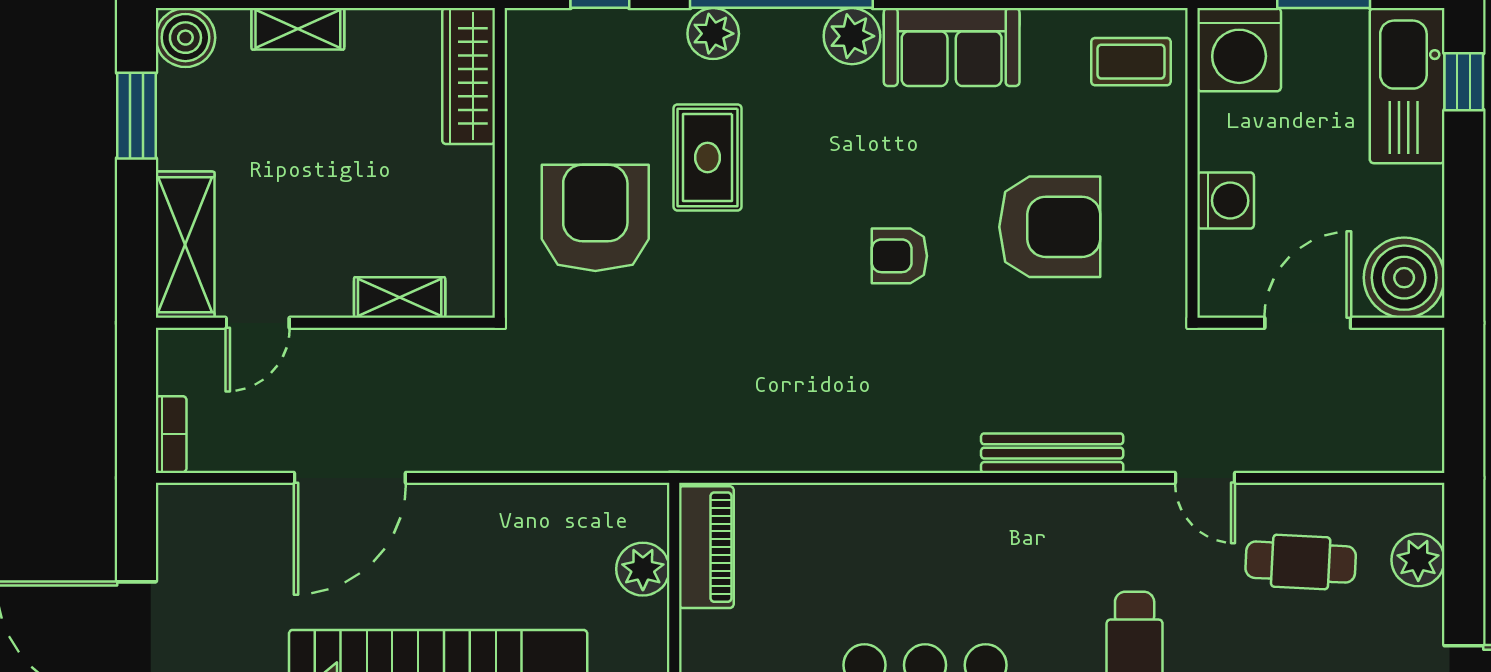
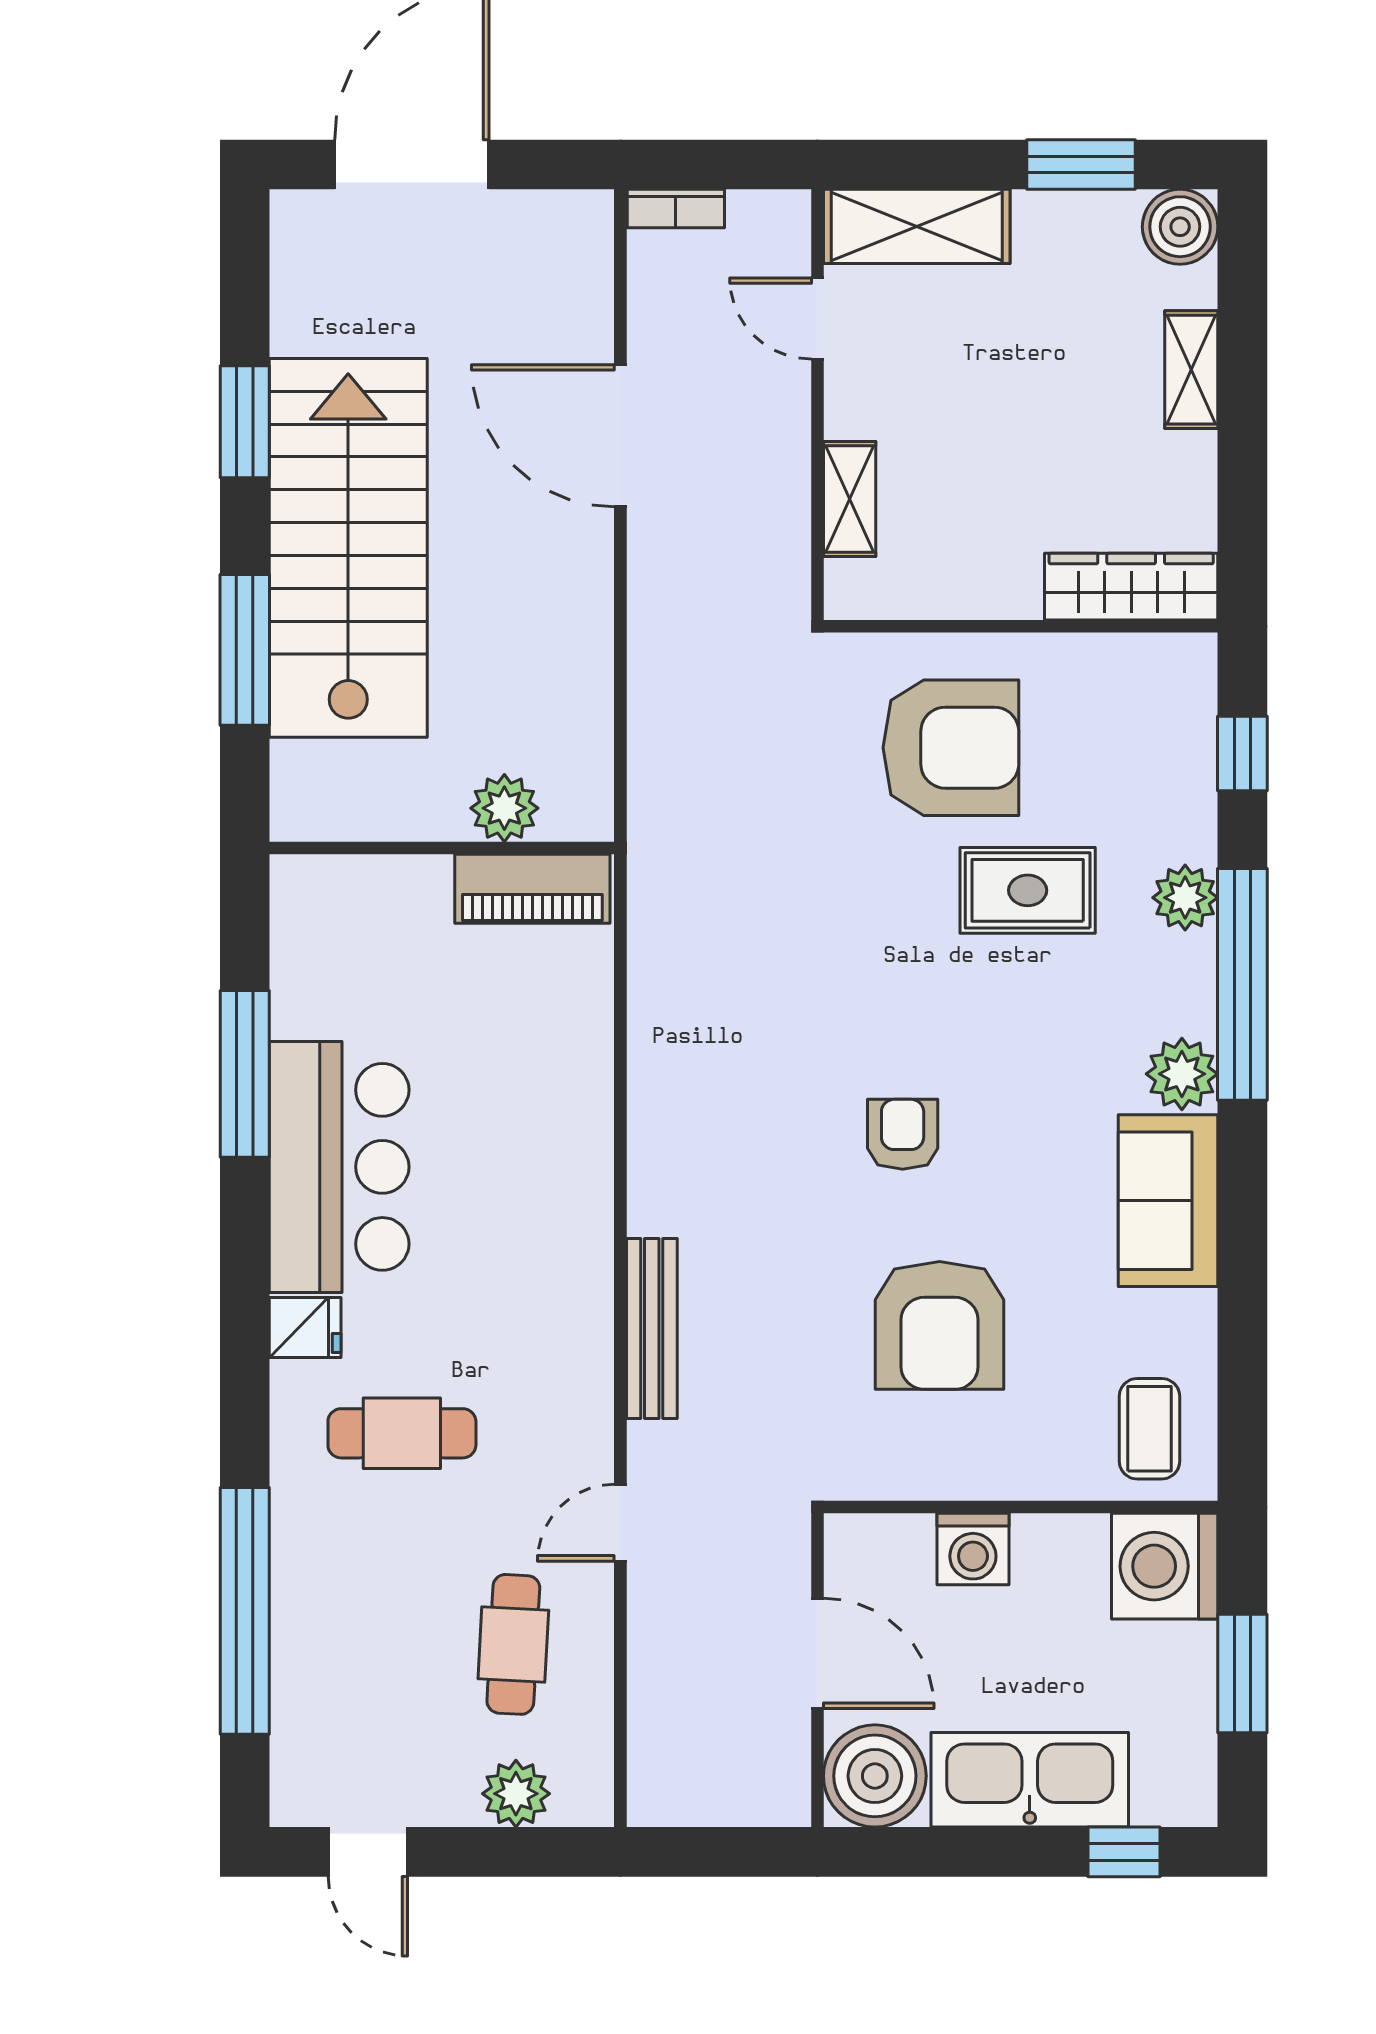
kitchen sink: (1407, 86) -> (1030, 1780), moved

